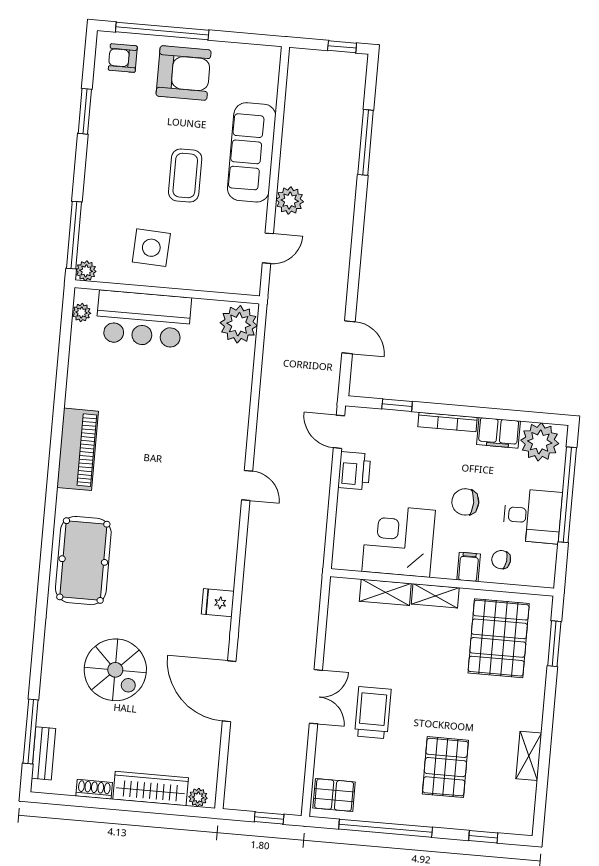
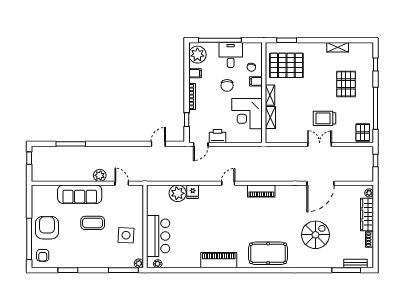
plant: (239, 324) -> (178, 193), moved
filing cabinet: (498, 433) -> (195, 73), width x0.50
piano: (224, 558) -> (261, 191), added
fridge: (218, 603) -> (193, 192), moved
pallet: (445, 767) -> (346, 84), turned 90

